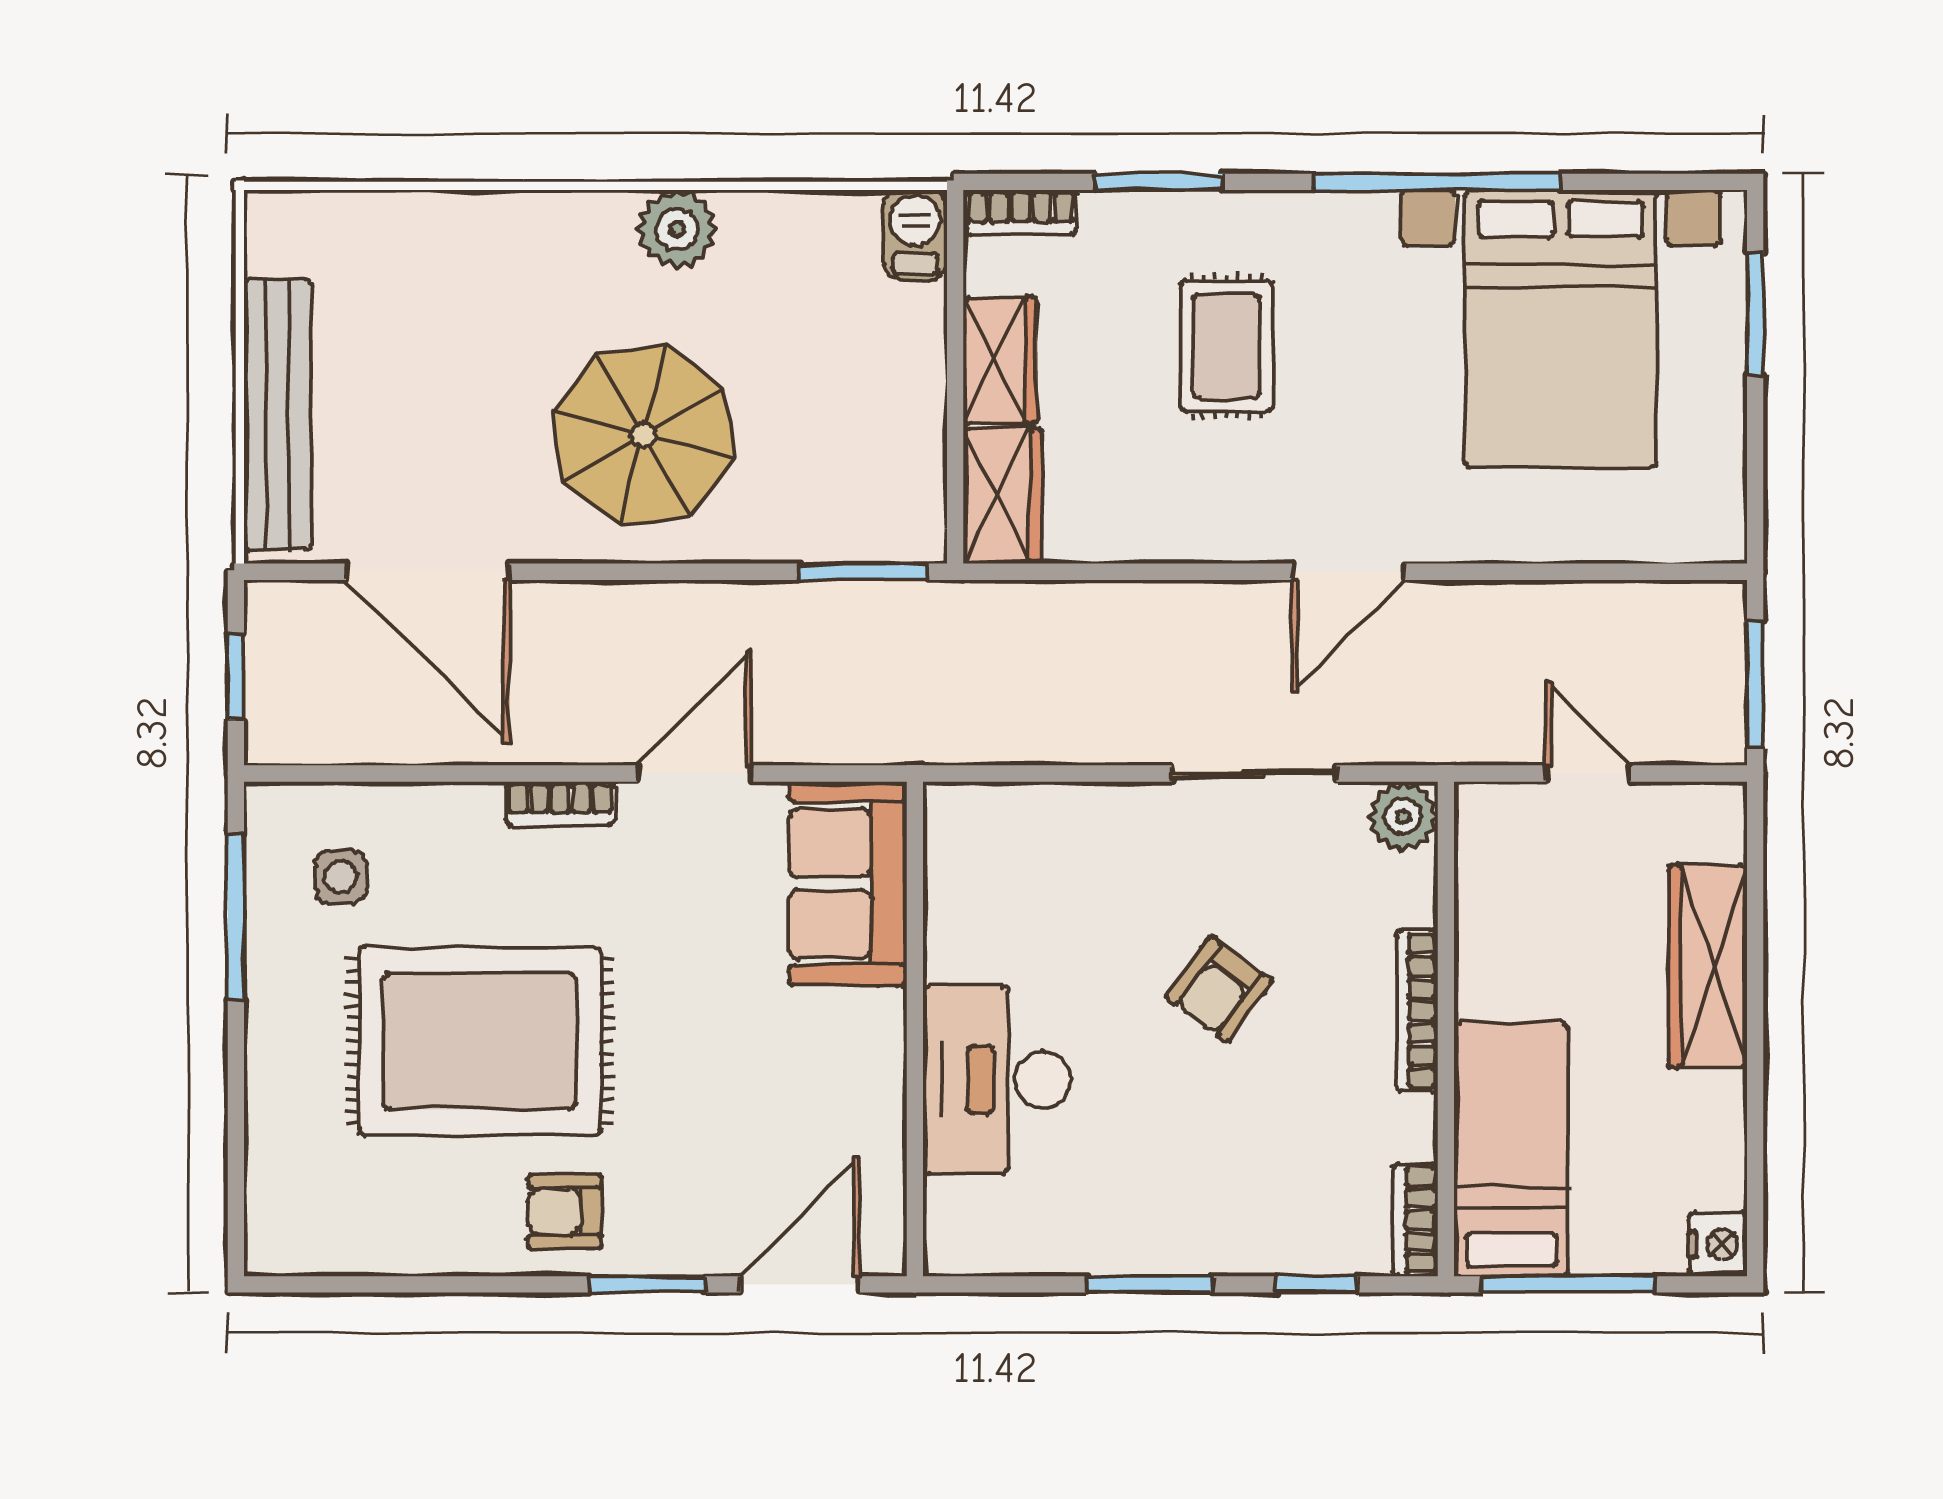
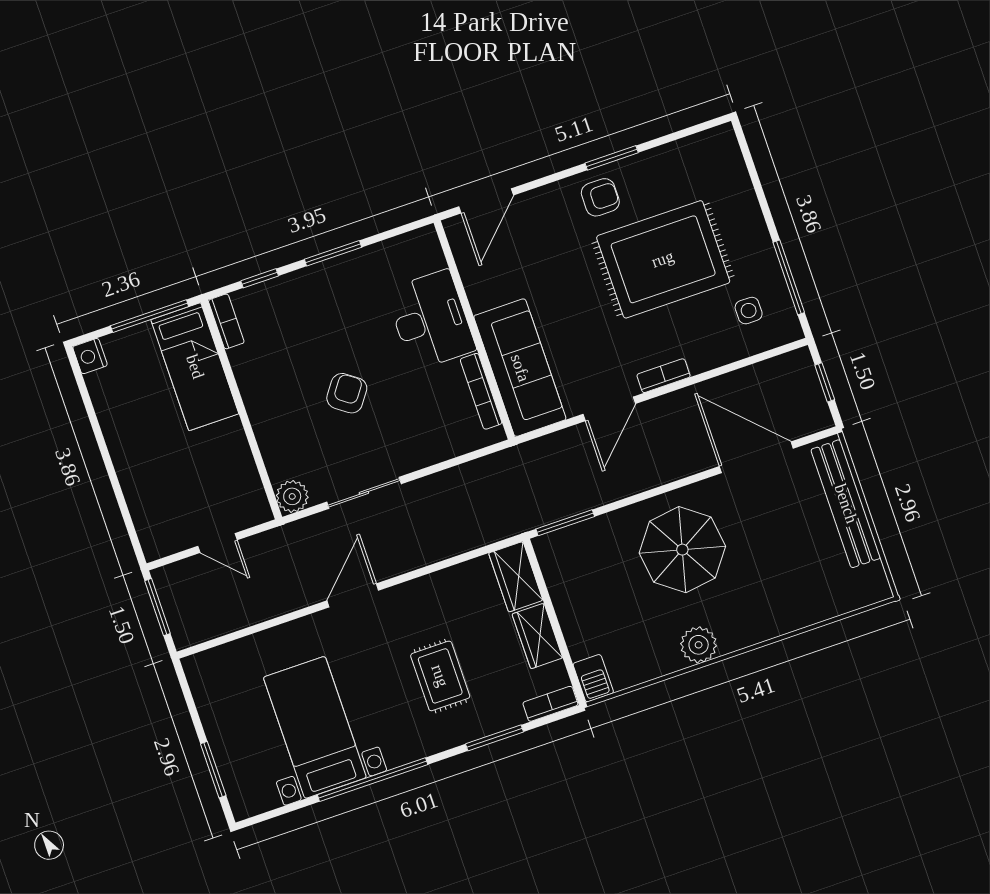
bed with nightstands: (1561, 329) -> (315, 727), width x0.73
sofa: (848, 883) -> (520, 368), width x1.36
wardrobe: (1708, 966) -> (136, 476), removed
bookcase: (1417, 1011) -> (481, 391), moved, turned 180
window: (647, 1284) -> (612, 158), moved

